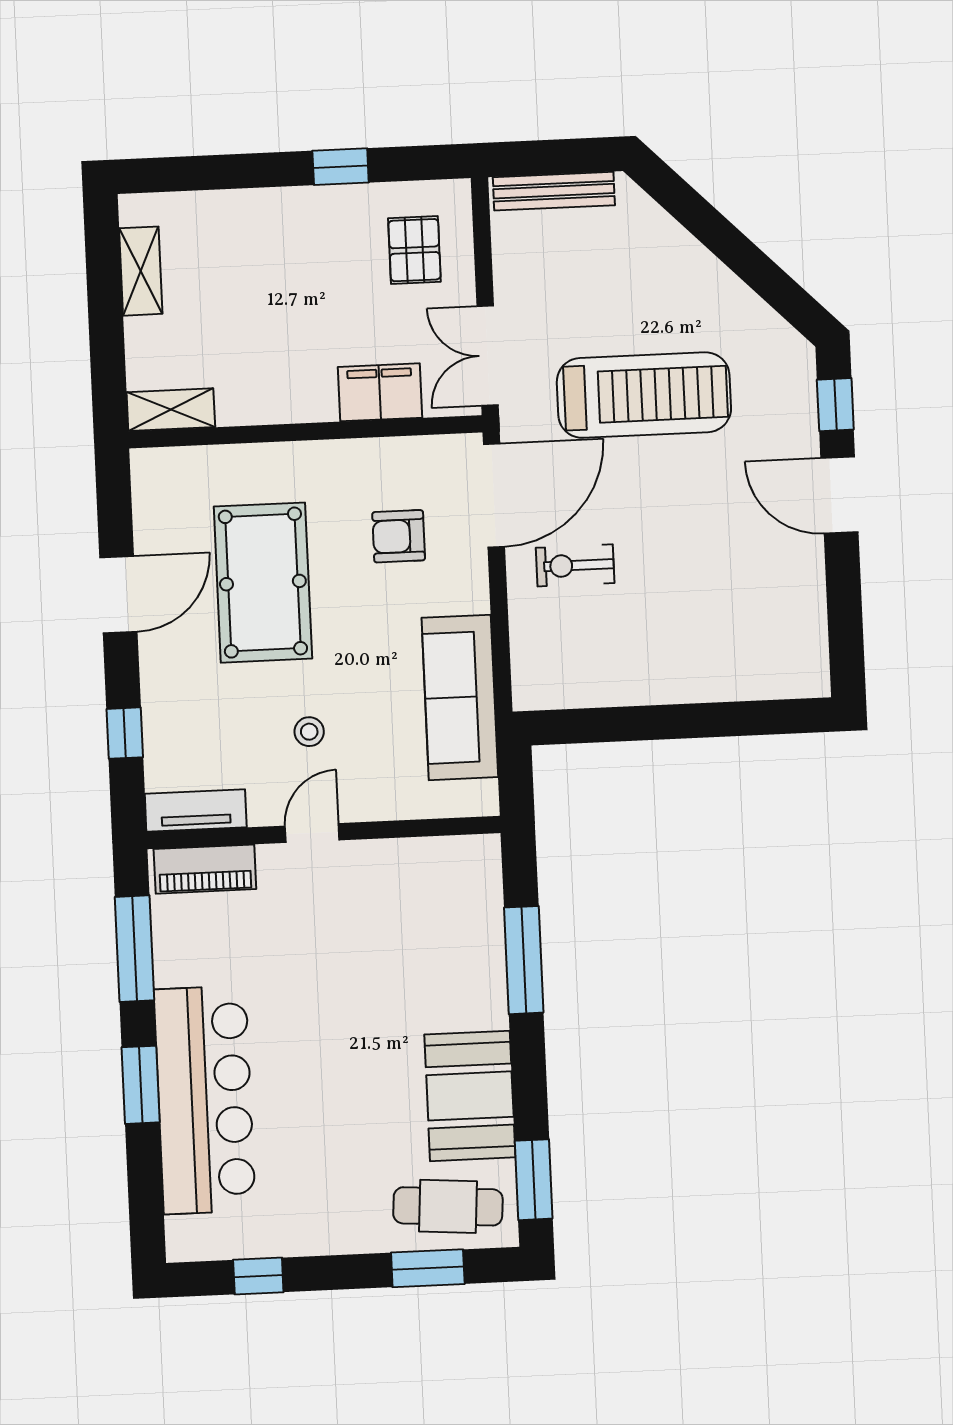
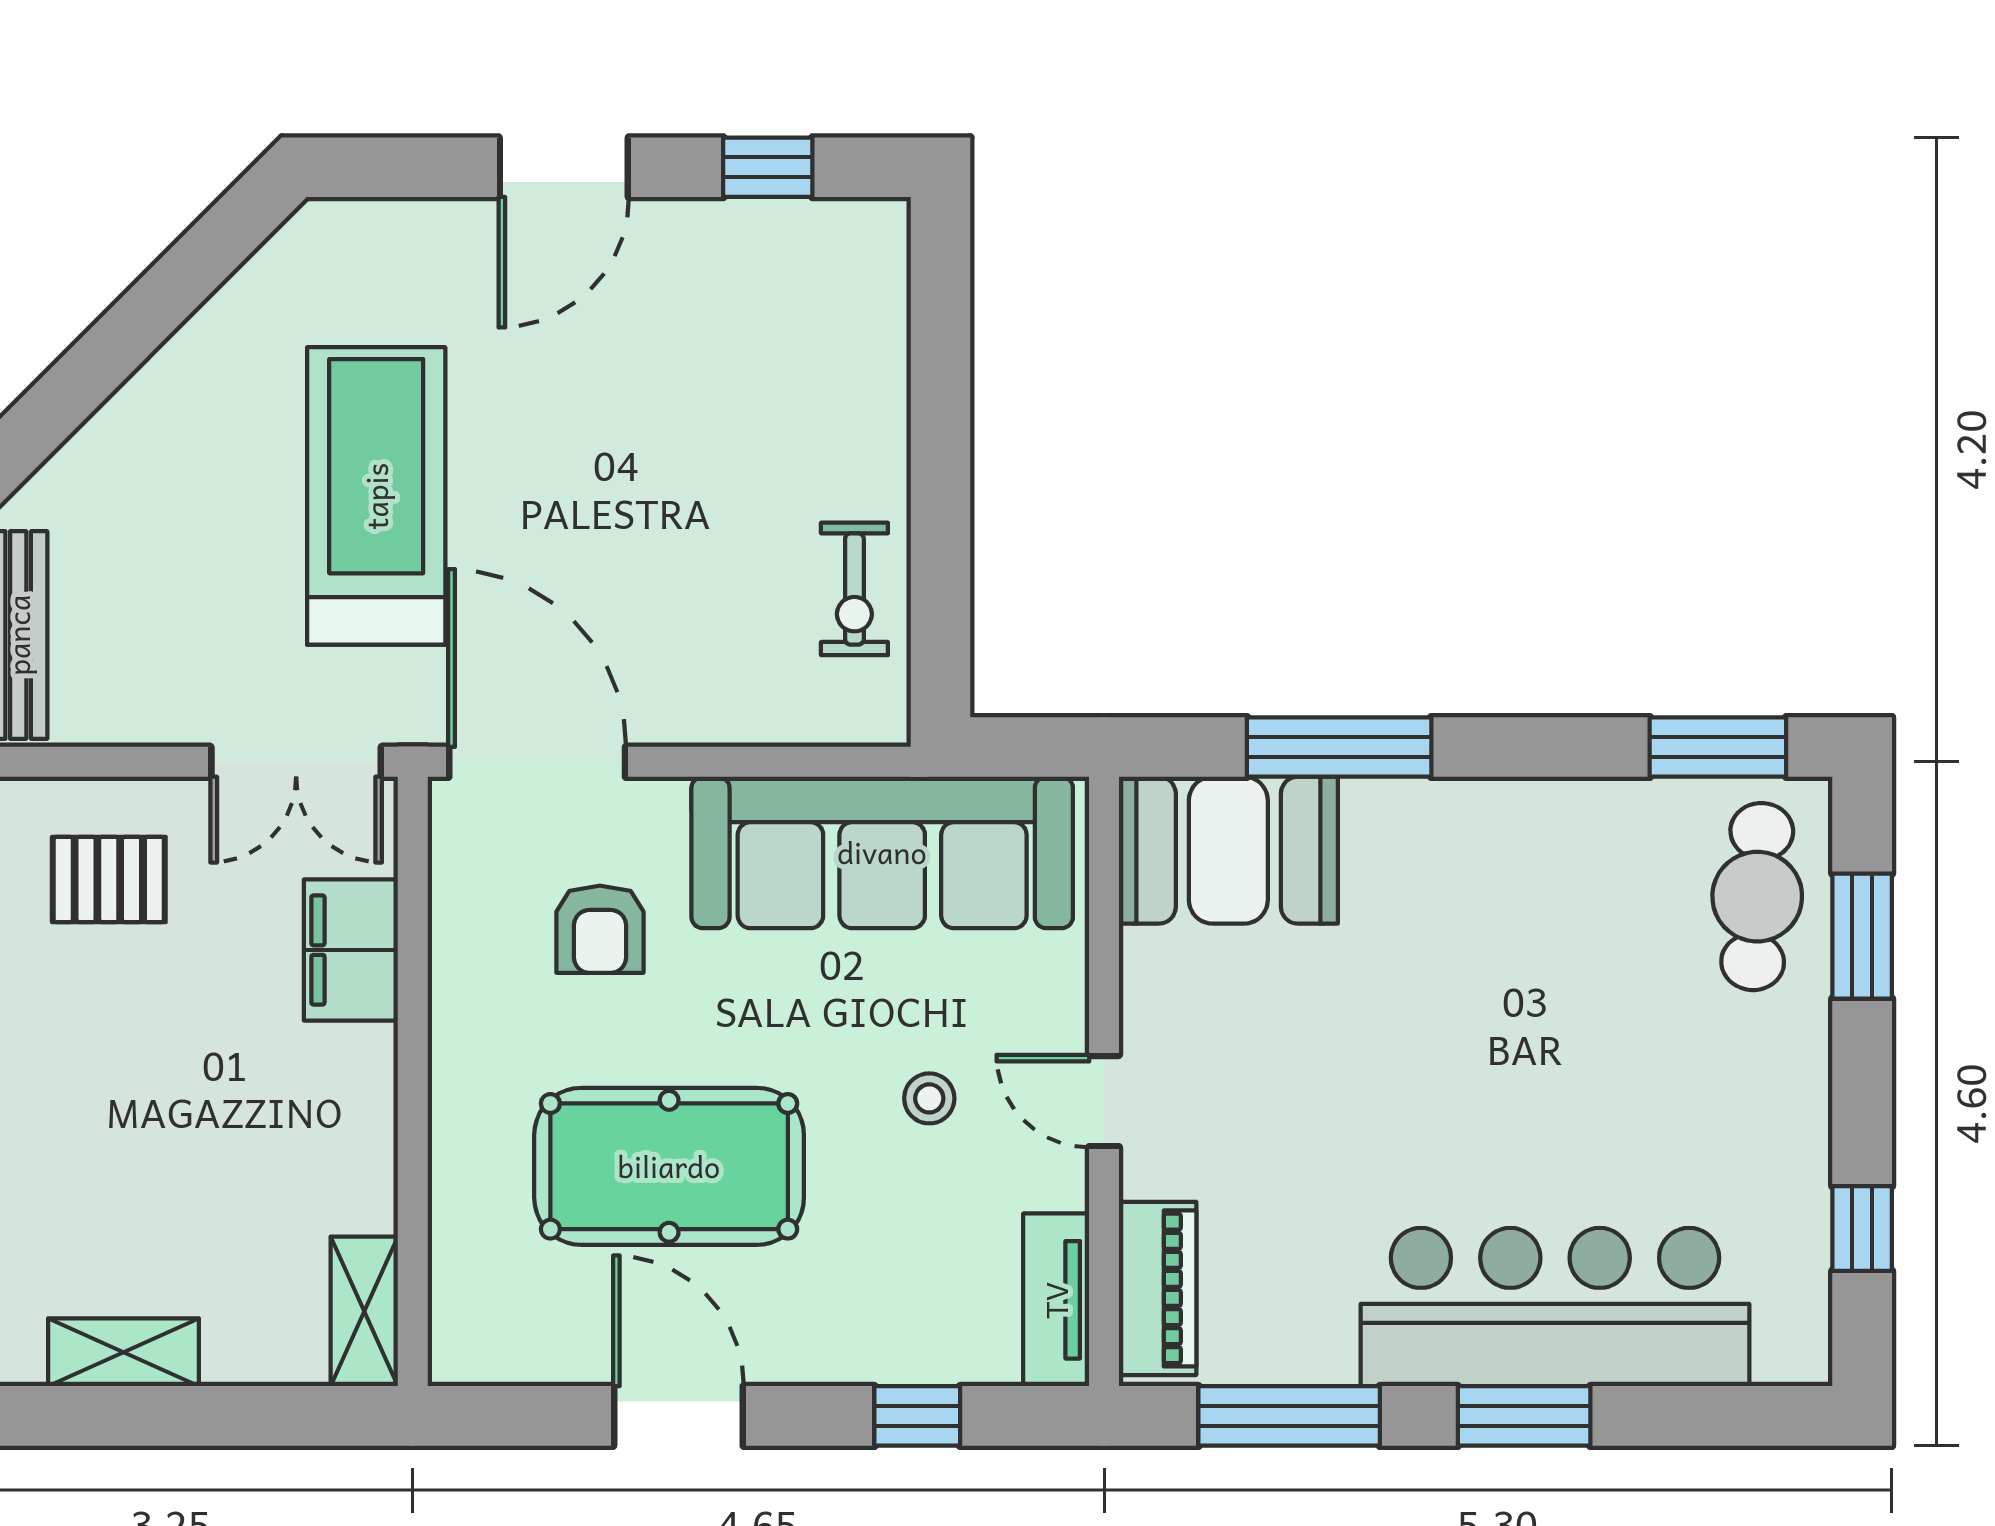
window: (835, 405) -> (768, 167), moved
exercise bike: (575, 565) -> (854, 589), moved
sofa: (460, 697) -> (882, 852), width x1.36, depth x1.27
booth: (470, 1096) -> (1228, 850), moved

